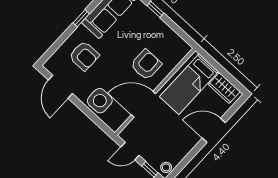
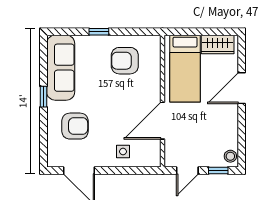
armchair: (146, 65) -> (125, 61), moved, turned -90
side table: (100, 101) -> (123, 152), width x0.54, depth x0.54

